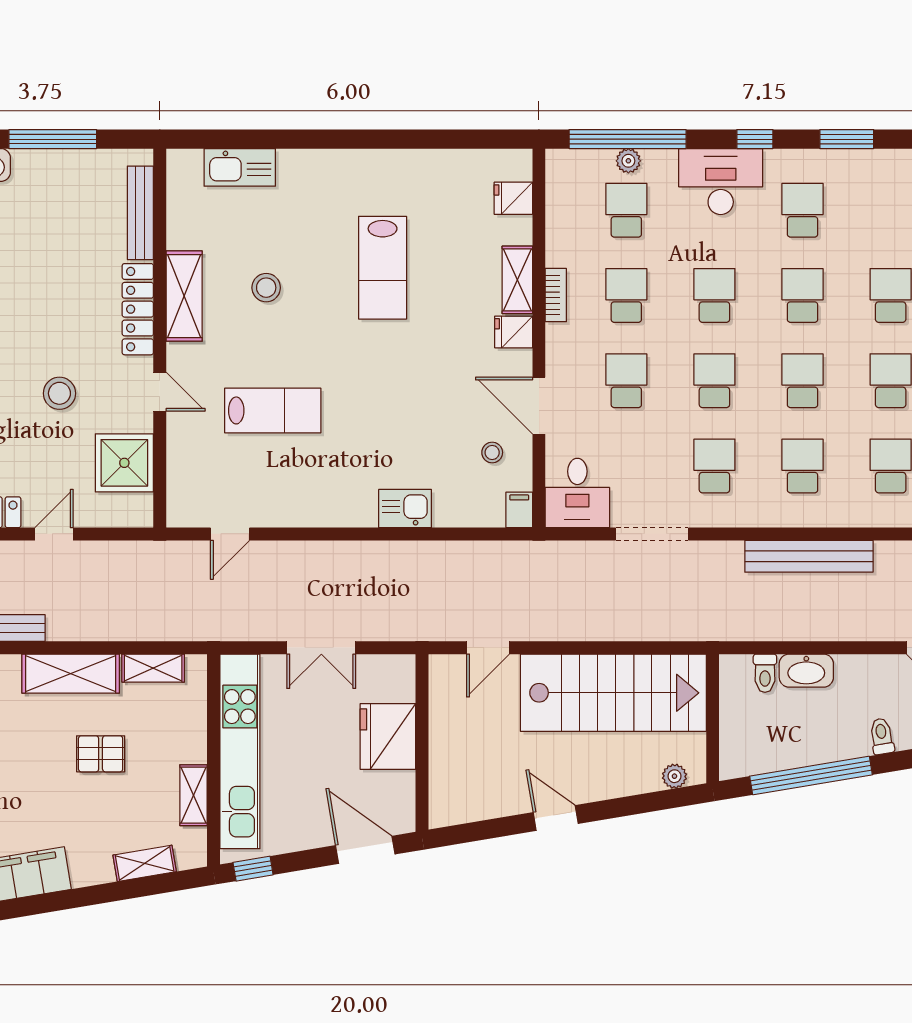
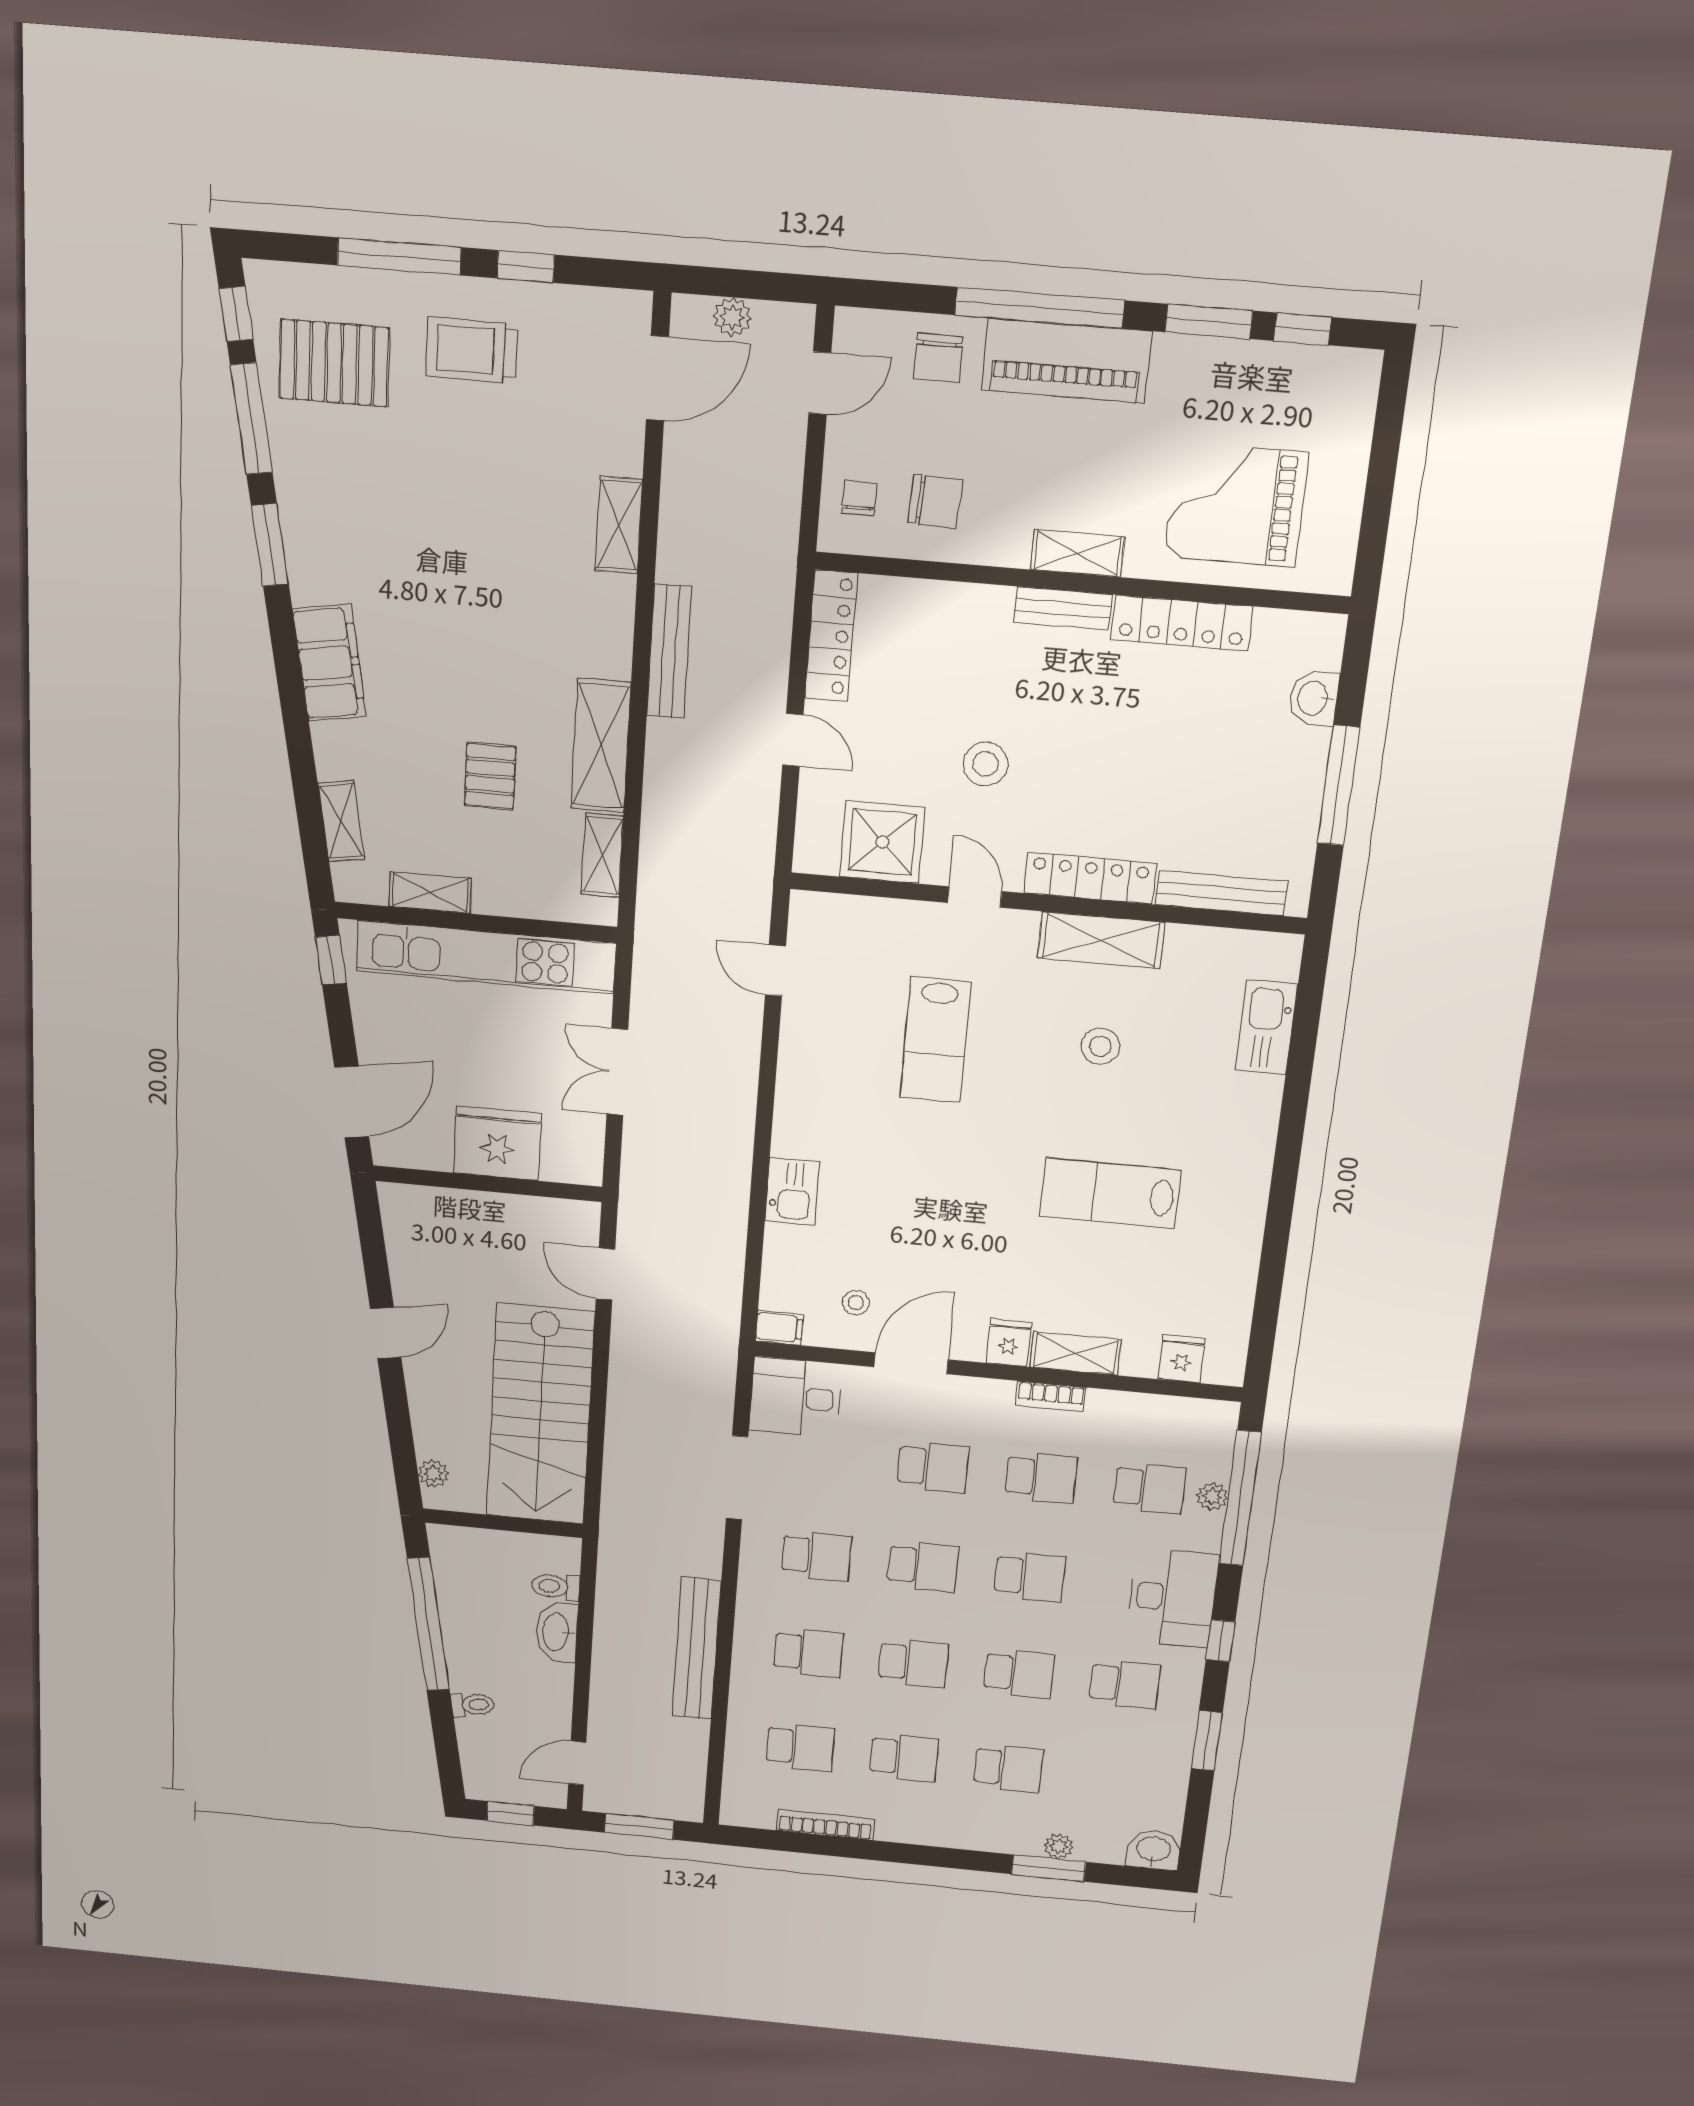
door: (160, 392) -> (975, 897), swing flipped

